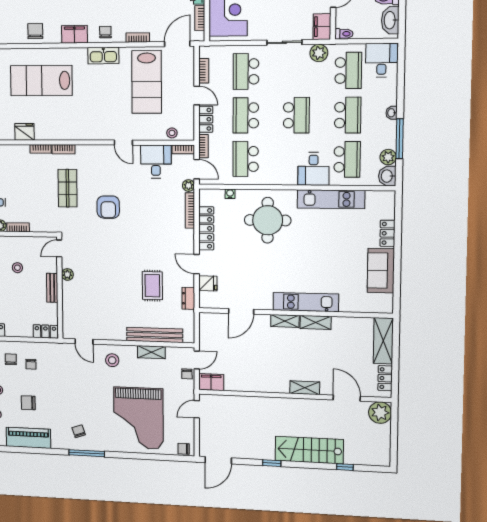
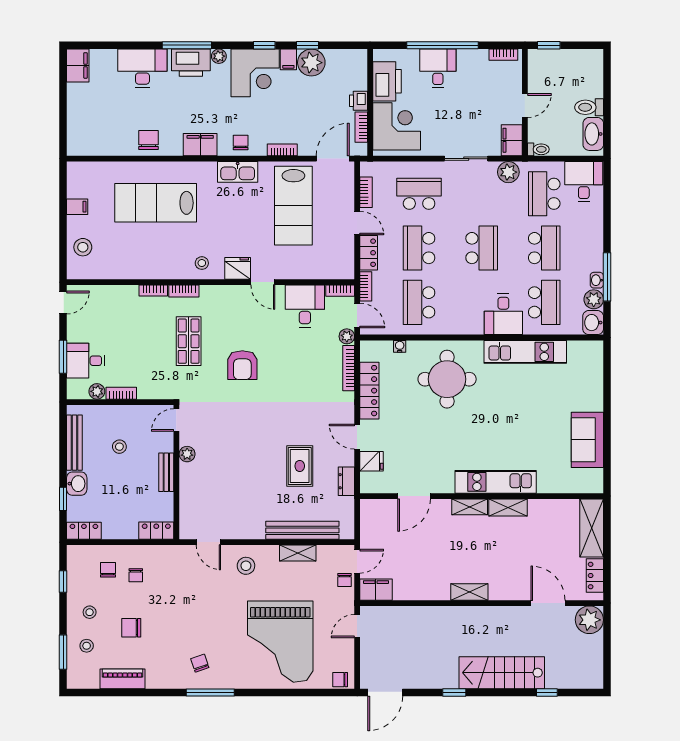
school desk: (348, 70) -> (544, 194), turned 180
school desk: (246, 71) -> (419, 194), turned 90
washbasin: (392, 113) -> (597, 280), moved
fridge: (24, 132) -> (238, 268), moved
stool: (172, 133) -> (202, 263), moved
locker: (387, 233) -> (595, 393), removed
shelving: (305, 388) -> (469, 592), moved
piano: (28, 438) -> (123, 679), width x0.73, depth x0.75

